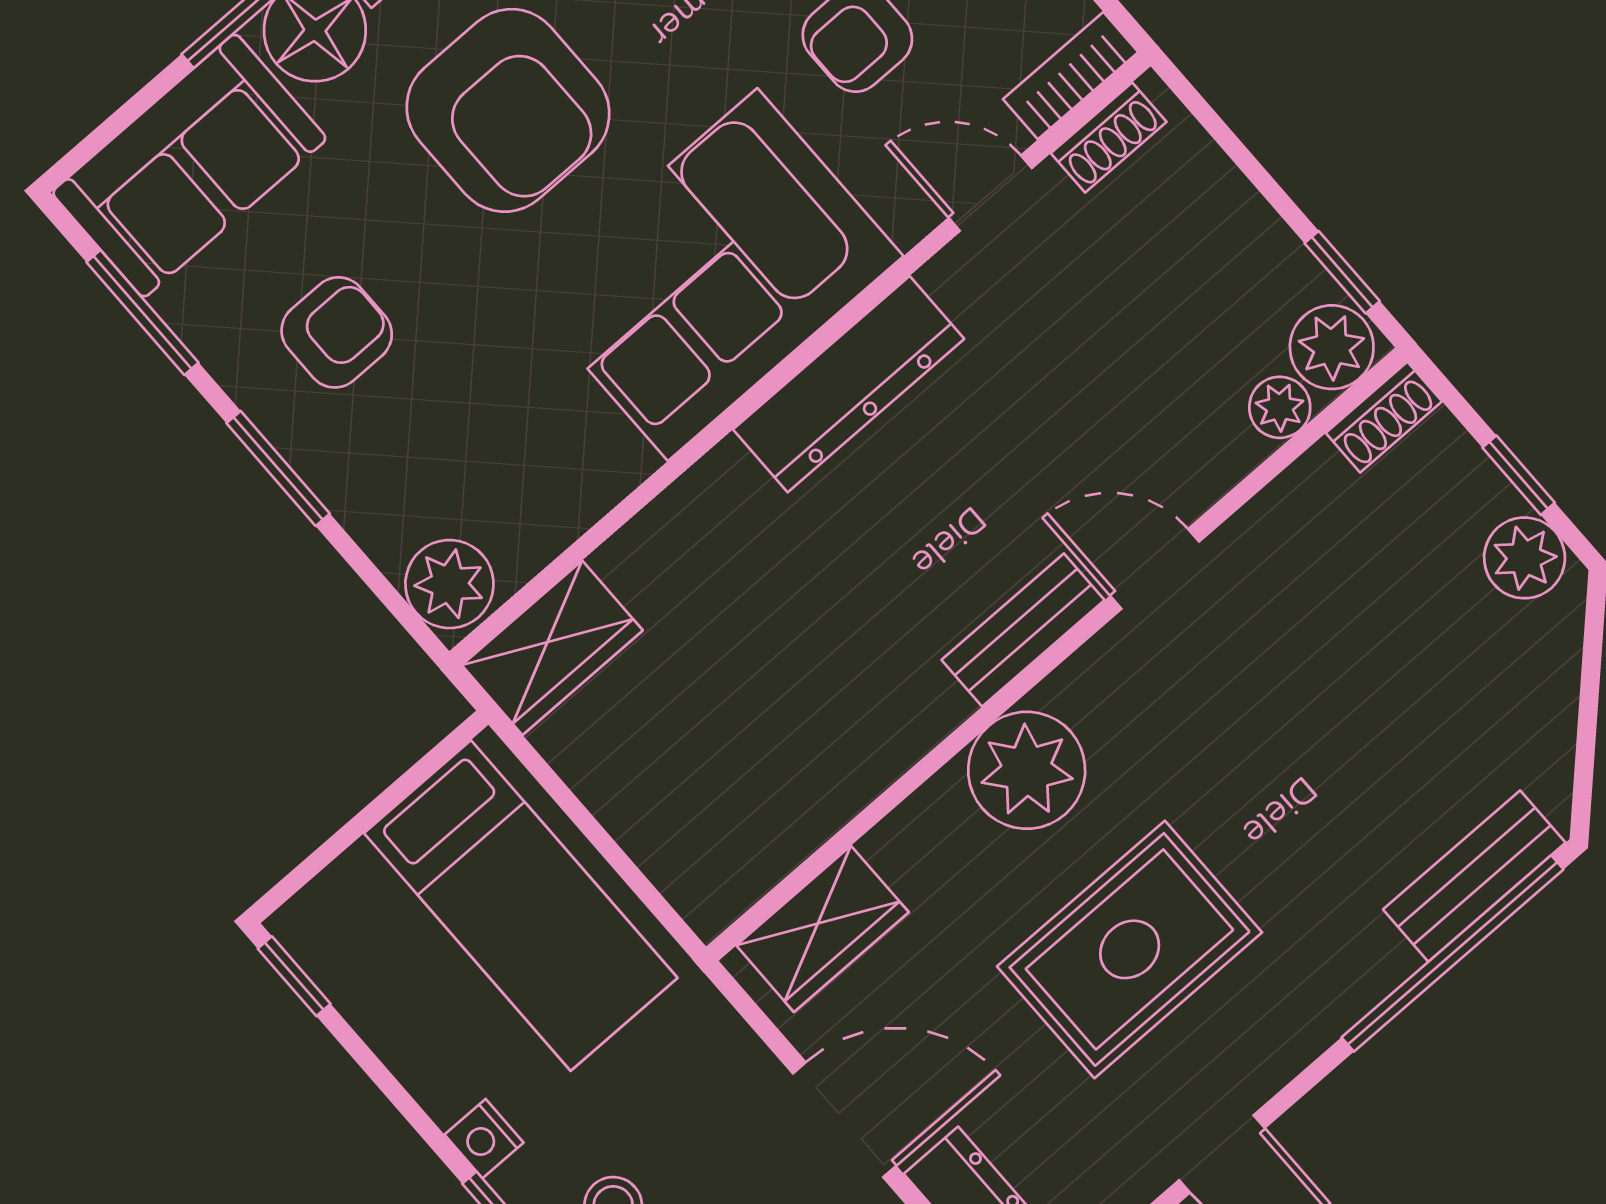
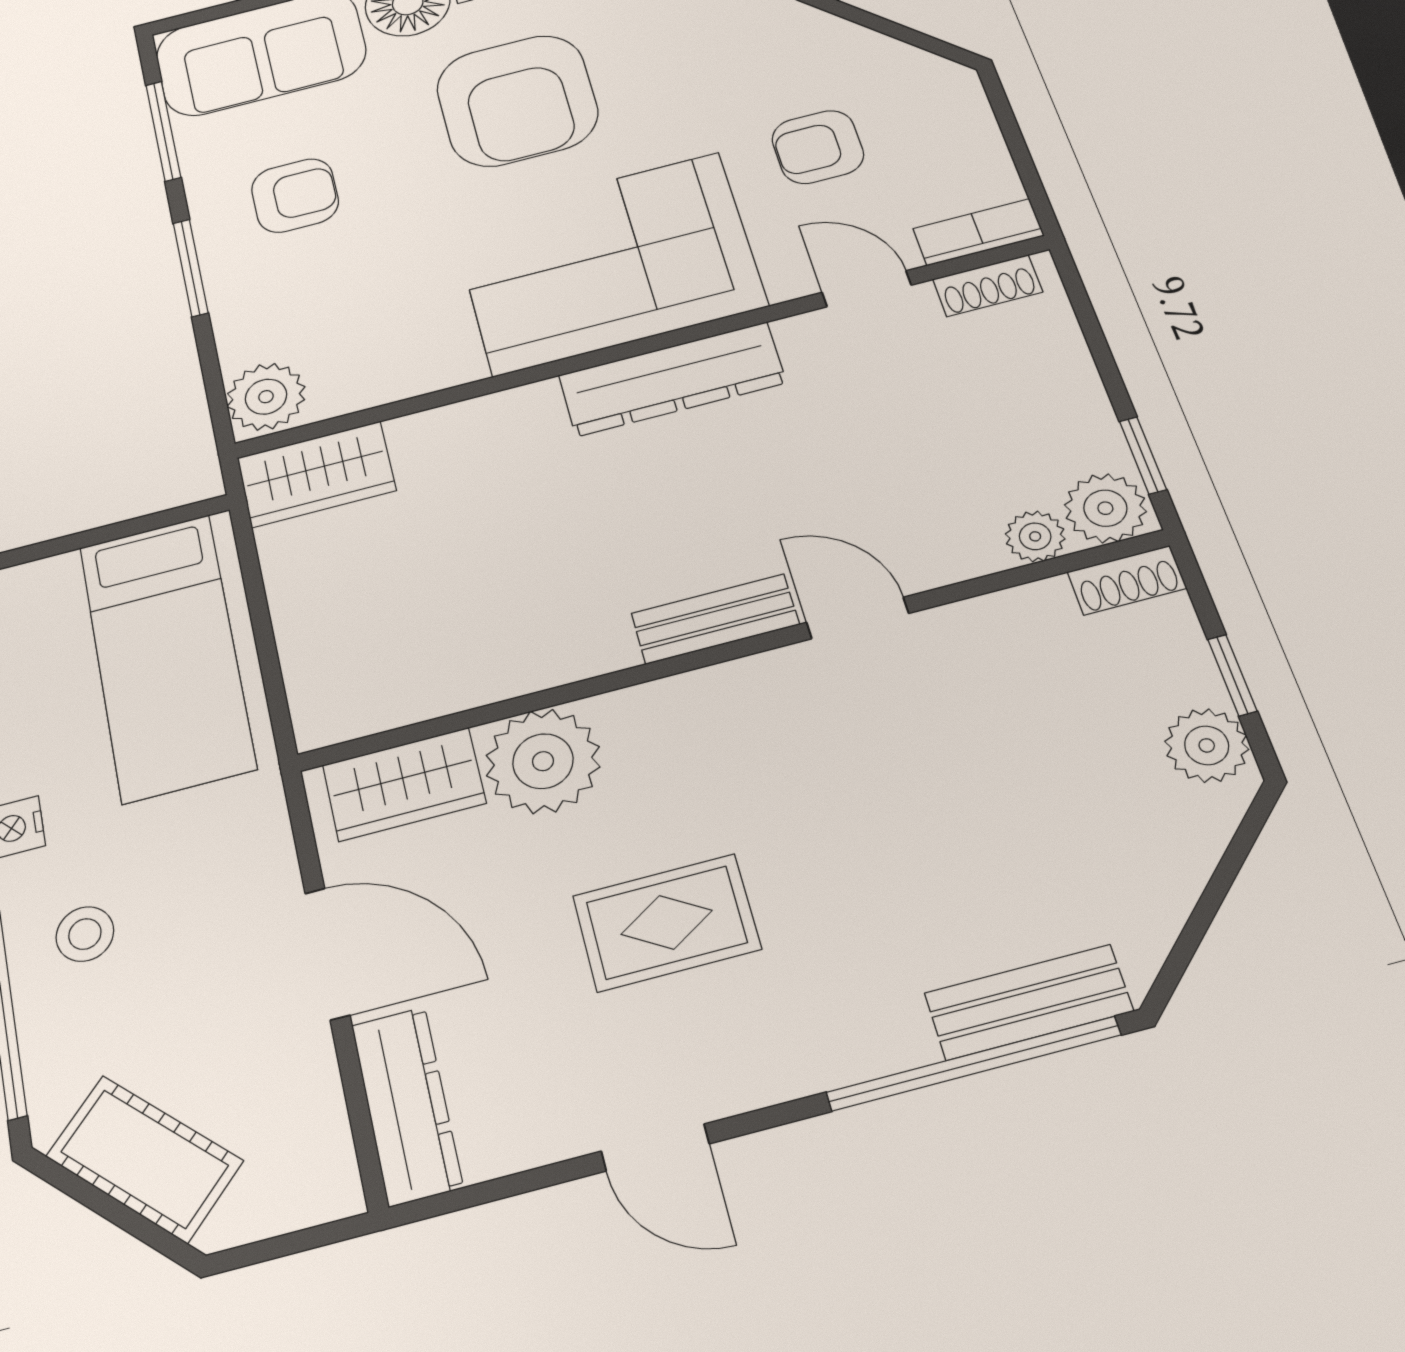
plant: (1027, 770) -> (543, 761), moved
rug: (1130, 949) -> (667, 922), width x0.73, depth x0.70

